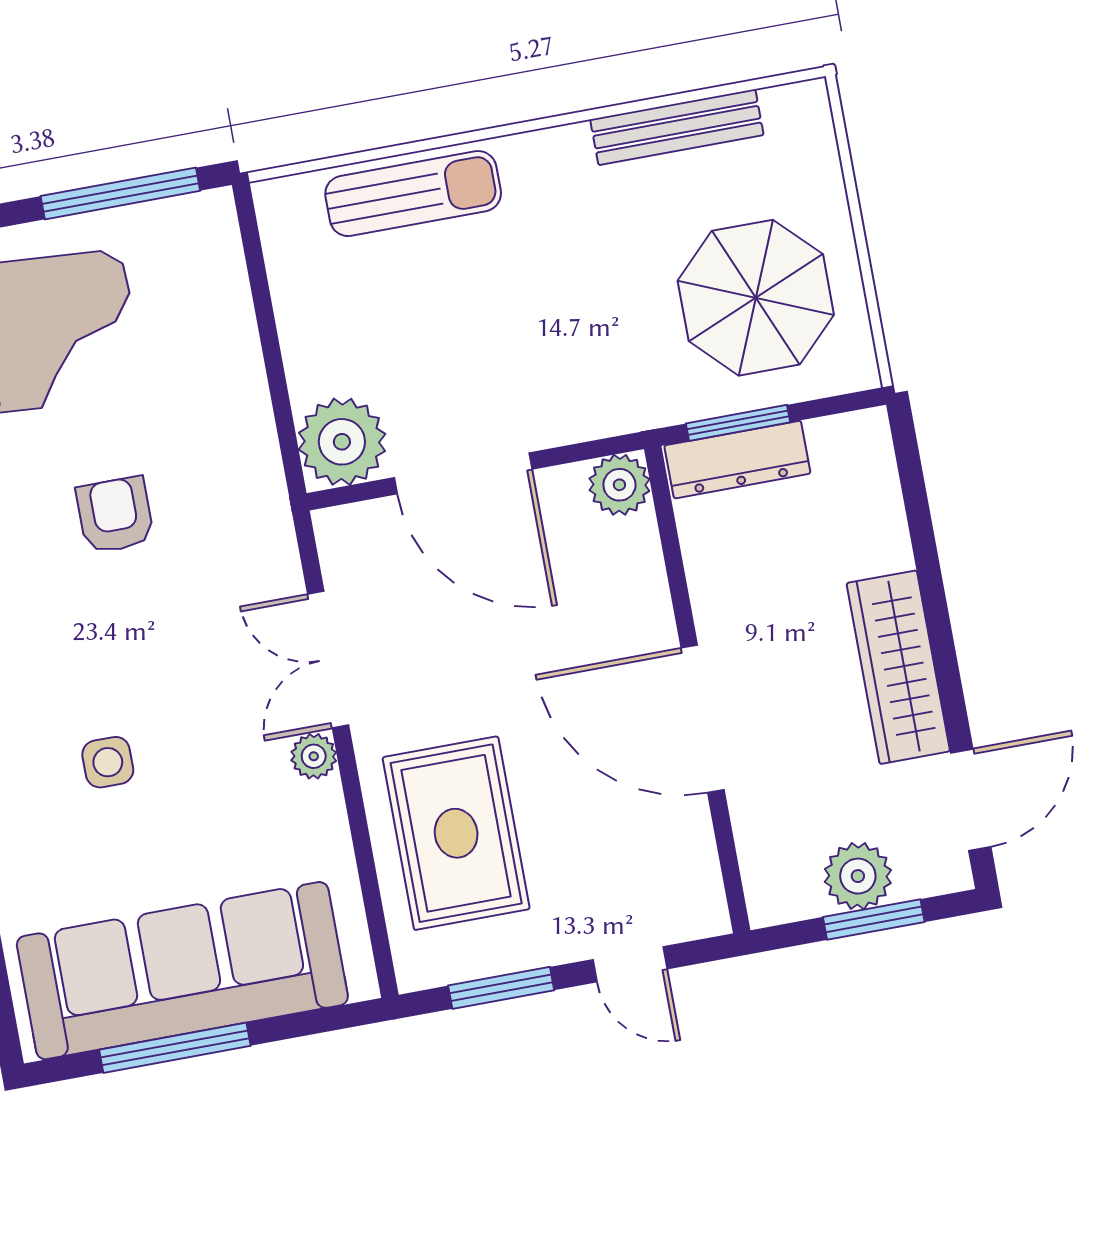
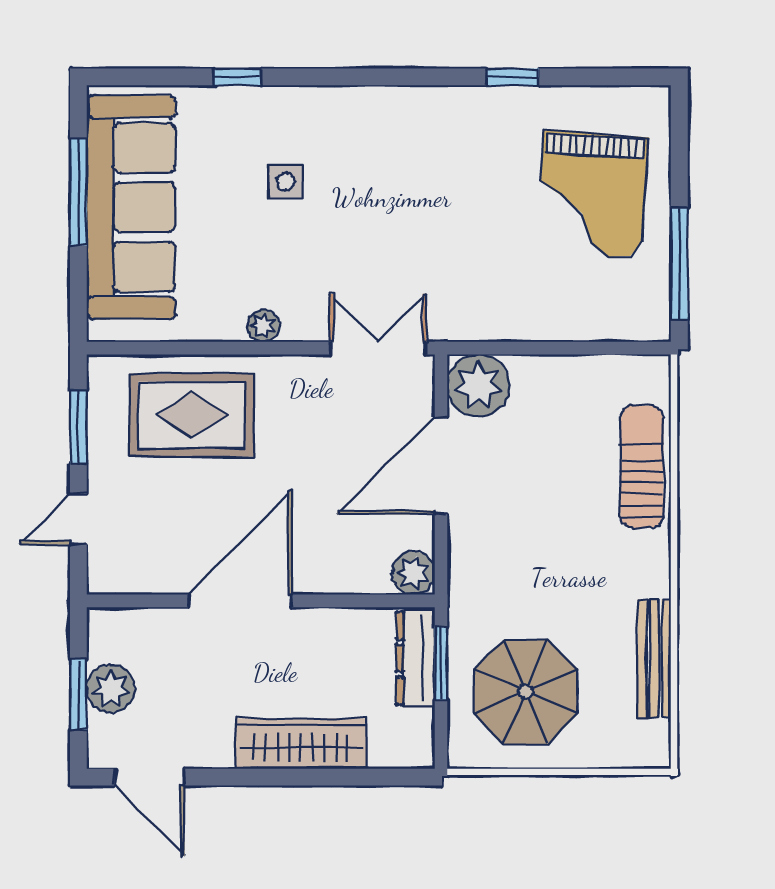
sun lounger: (413, 194) -> (642, 467), turned 180
armchair: (115, 515) -> (456, 219), removed
double door: (328, 660) -> (378, 348), moved
wardrobe: (898, 667) -> (301, 744), moved

